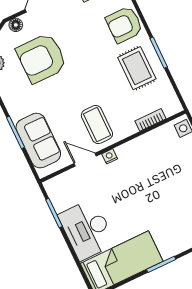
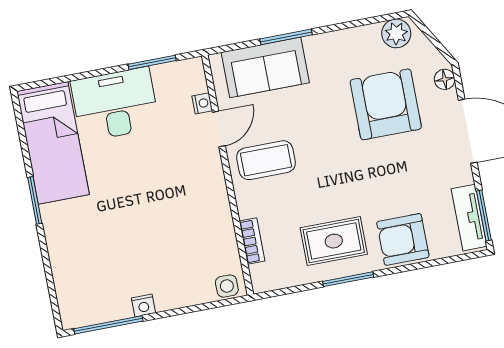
armchair: (124, 25) -> (403, 239), turned -90
nightstand: (110, 156) -> (202, 103), moved

